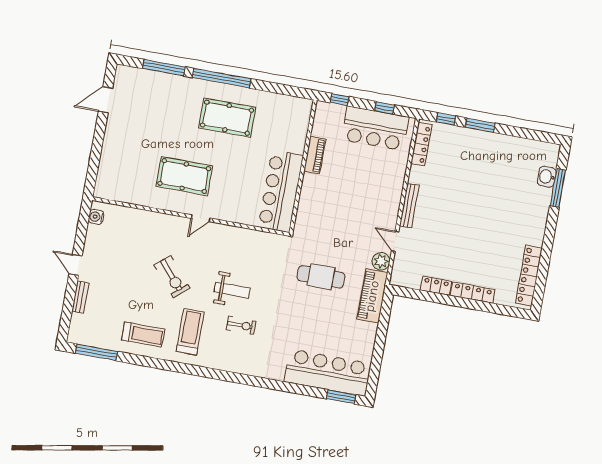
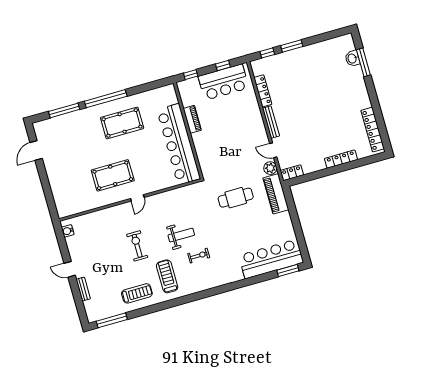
locker: (421, 144) -> (263, 91), moved
bar counter: (281, 191) -> (179, 144), width x1.36
exercise bike: (172, 277) -> (137, 246), turned -139
locker: (436, 286) -> (292, 173), moved

